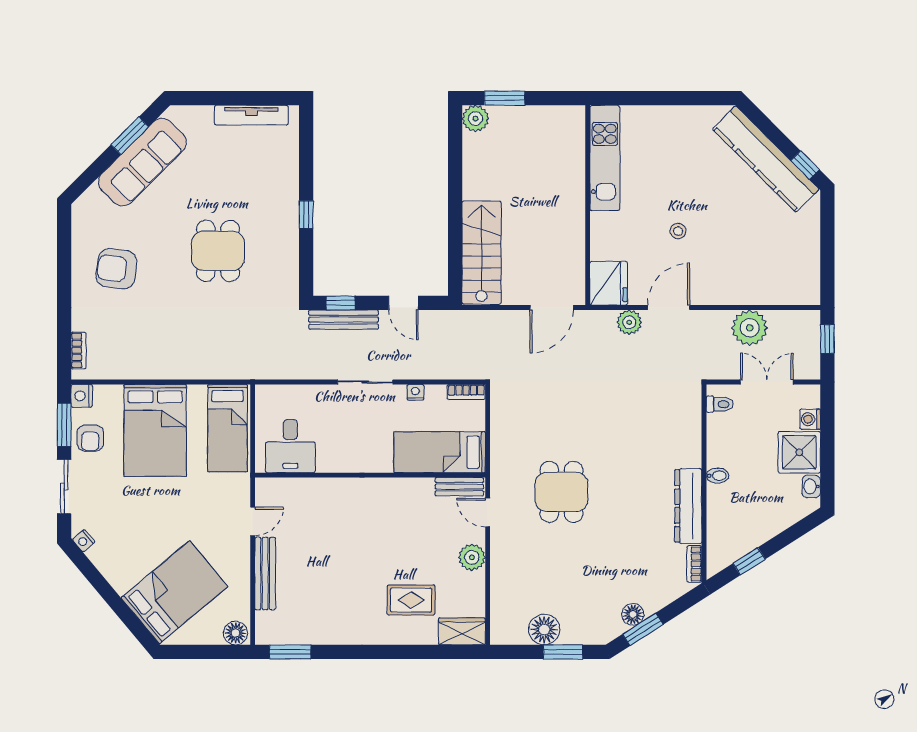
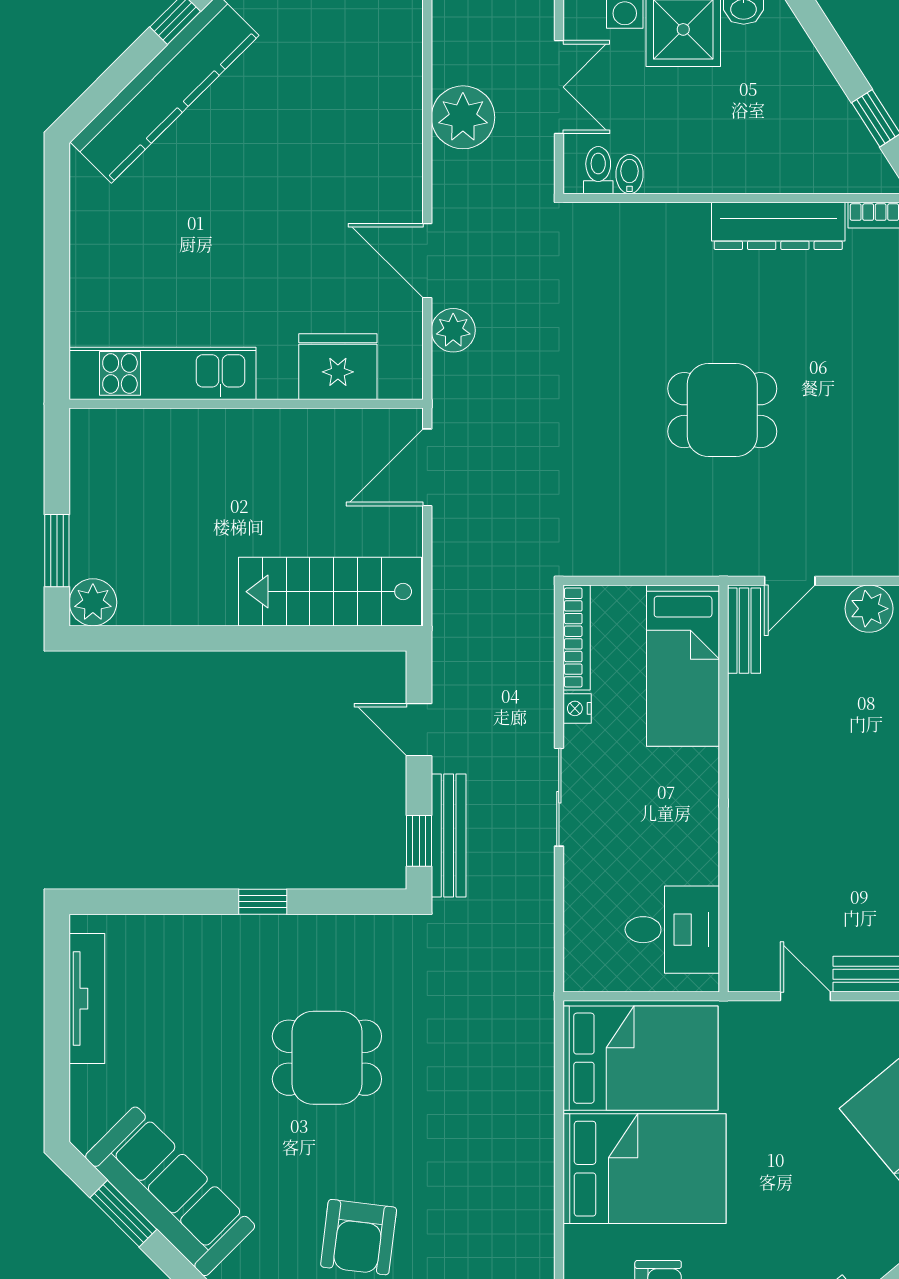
stool: (678, 231) -> (292, 244), removed
fridge: (609, 283) -> (338, 367), moved
door: (403, 303) -> (419, 730), swing flipped
door: (552, 308) -> (427, 467), swing flipped
double door: (767, 382) -> (559, 87), swing flipped
bookcase: (466, 392) -> (577, 638), width x1.56
bed: (228, 428) -> (640, 1058), width x1.50
bidet: (717, 476) -> (629, 174), moved
dining table: (561, 492) -> (722, 410), moved

